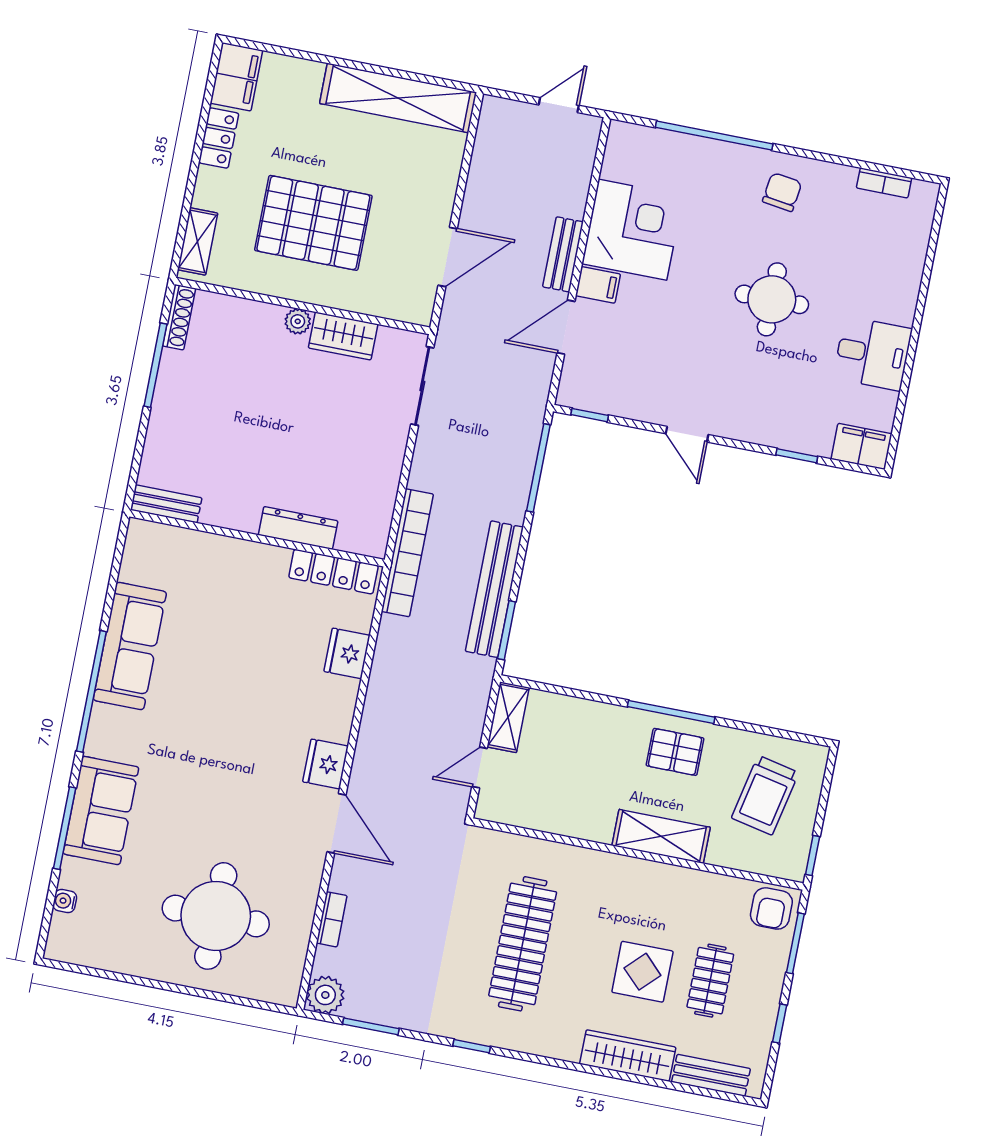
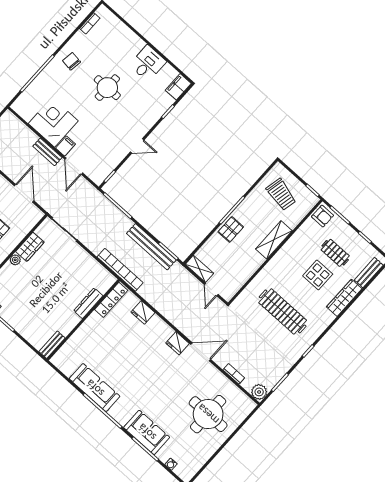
pallet: (675, 752) -> (231, 229), moved

